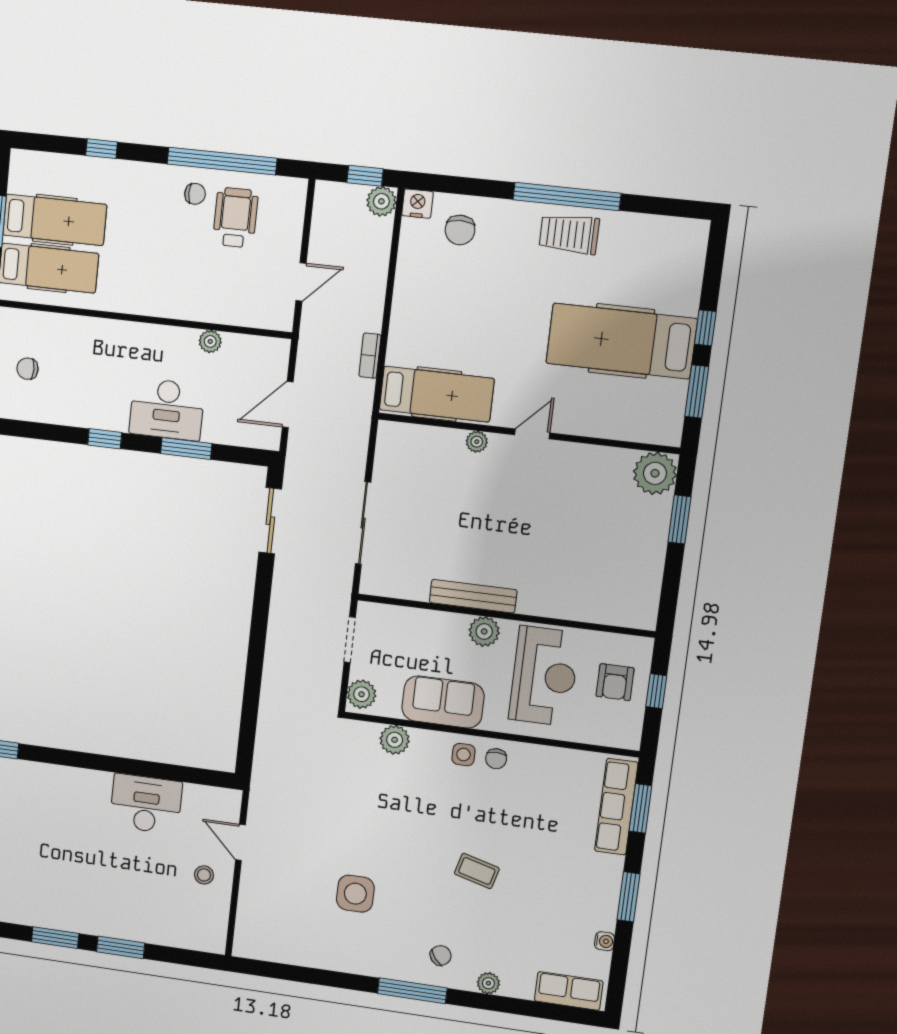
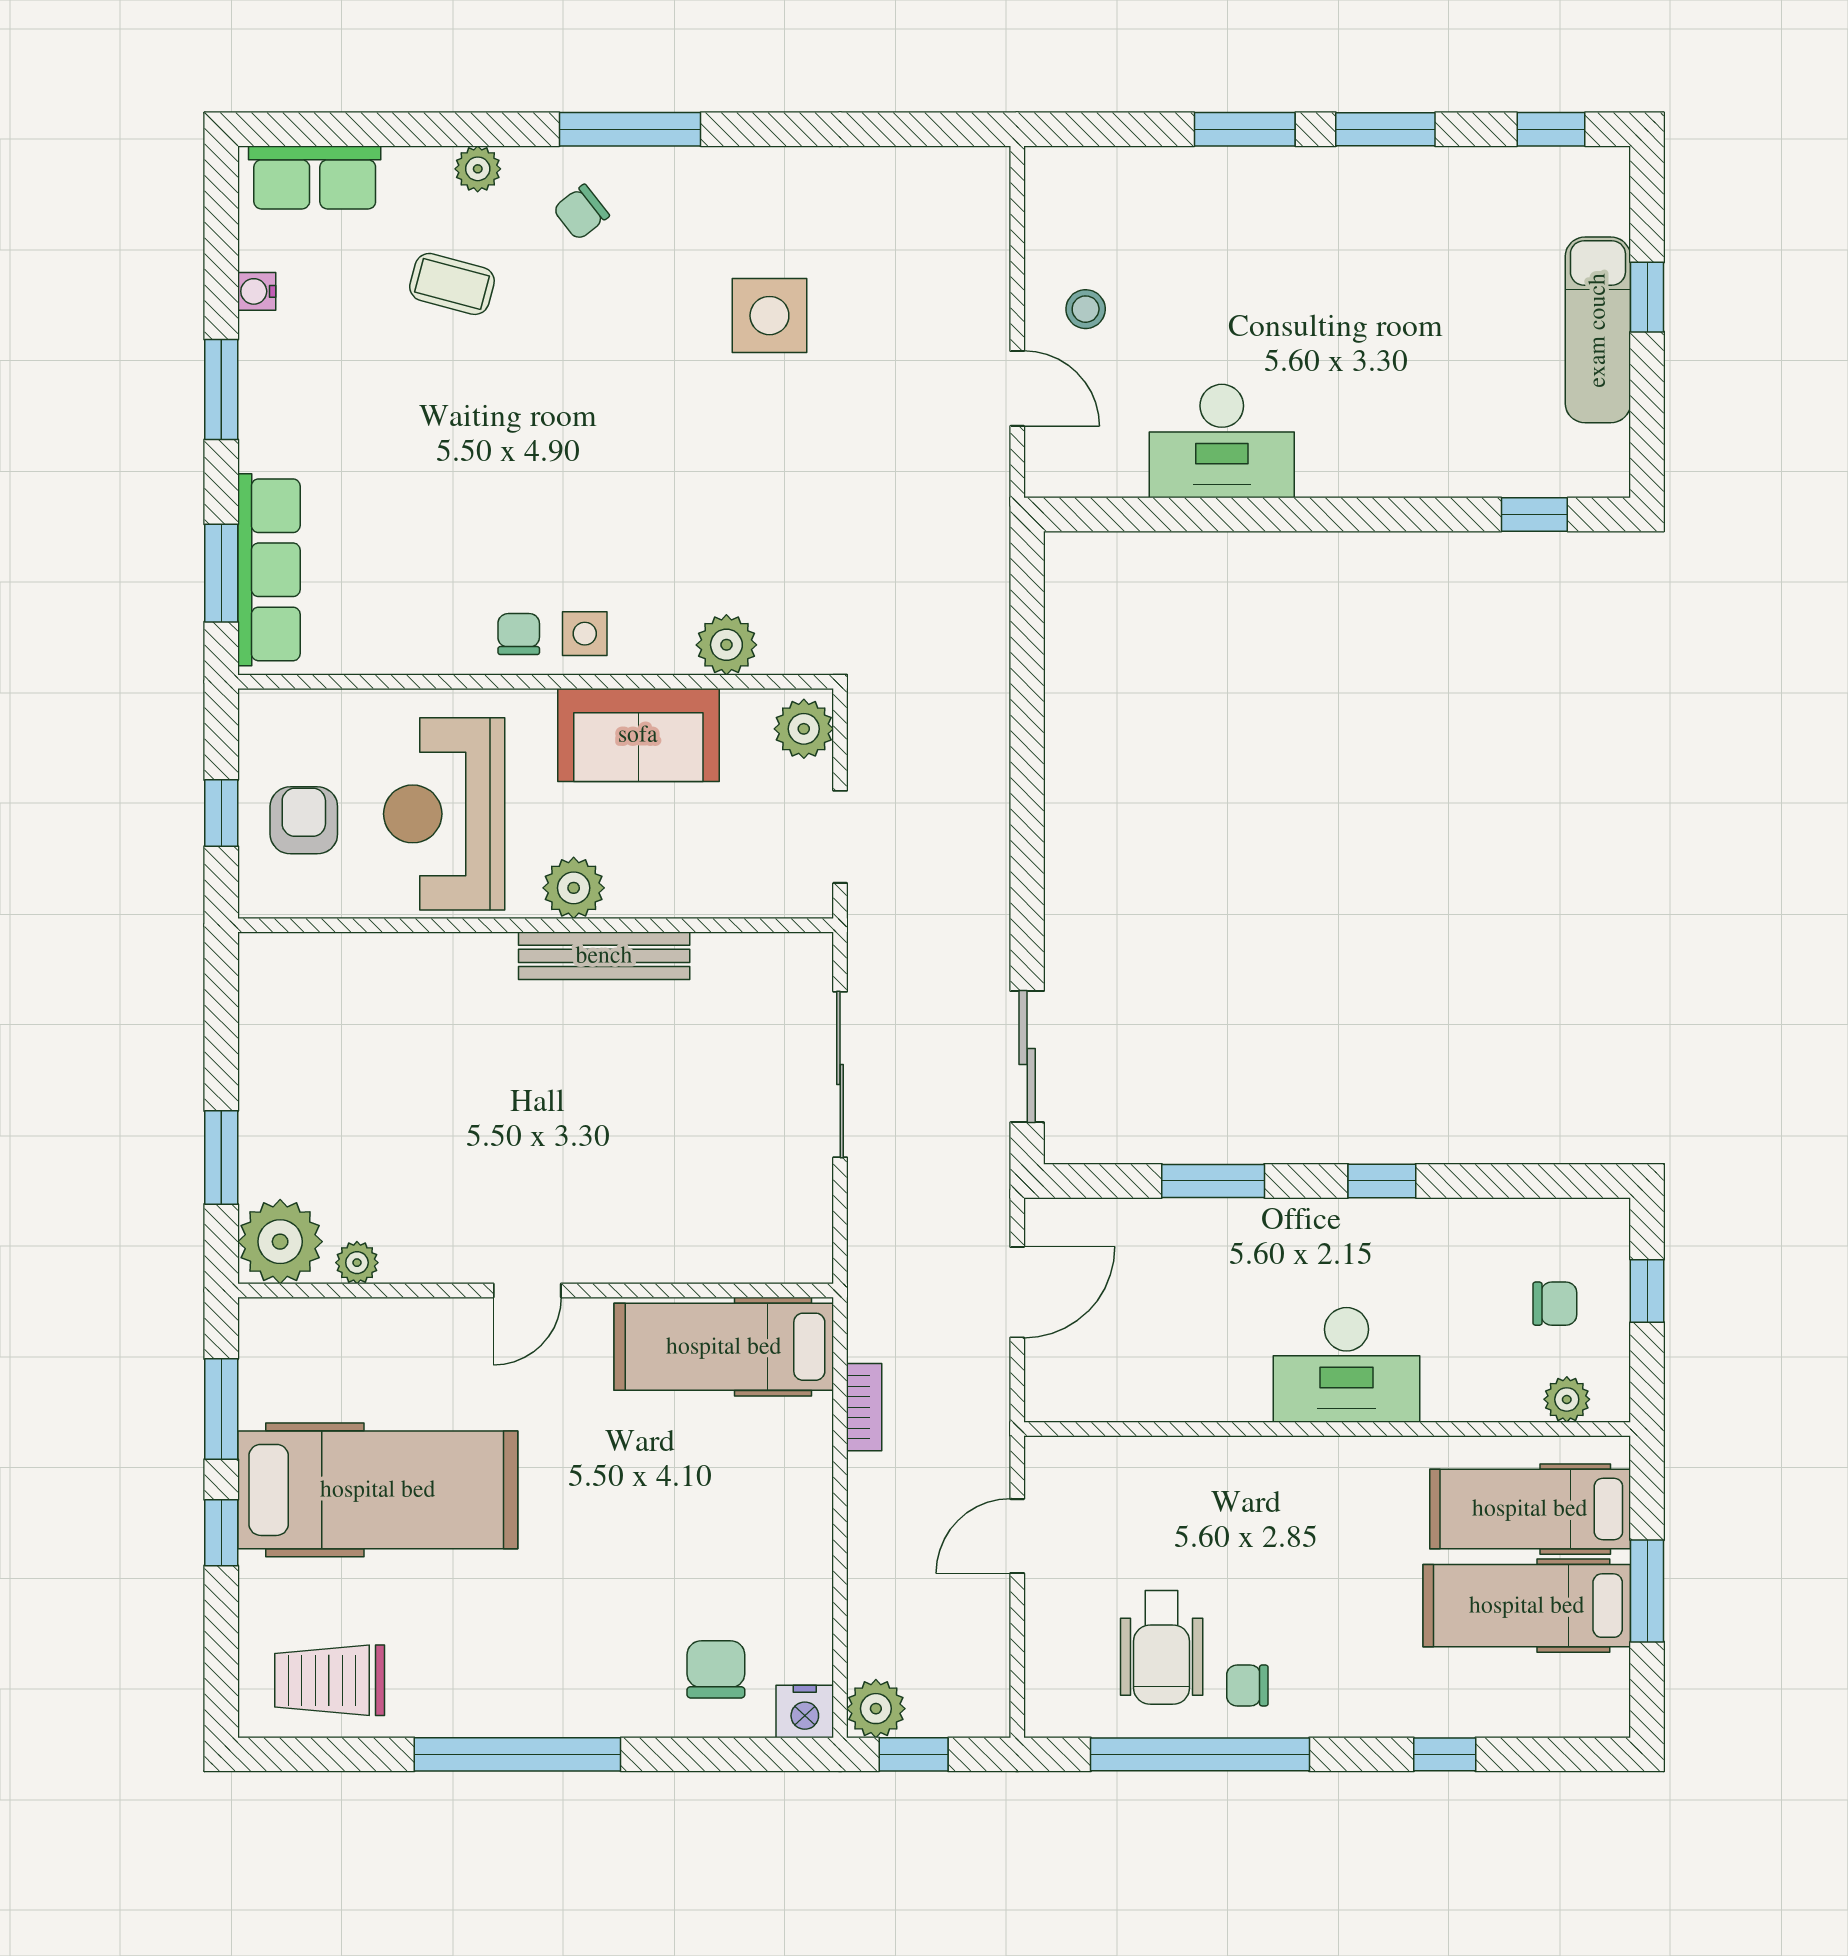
trolley: (569, 234) -> (330, 1680), moved, turned 180
plant: (210, 341) -> (1567, 1399), moved
desk: (167, 409) -> (1347, 1365), moved, turned 180
plant: (477, 442) -> (357, 1263), moved
coffee table: (477, 871) -> (452, 284), moved

